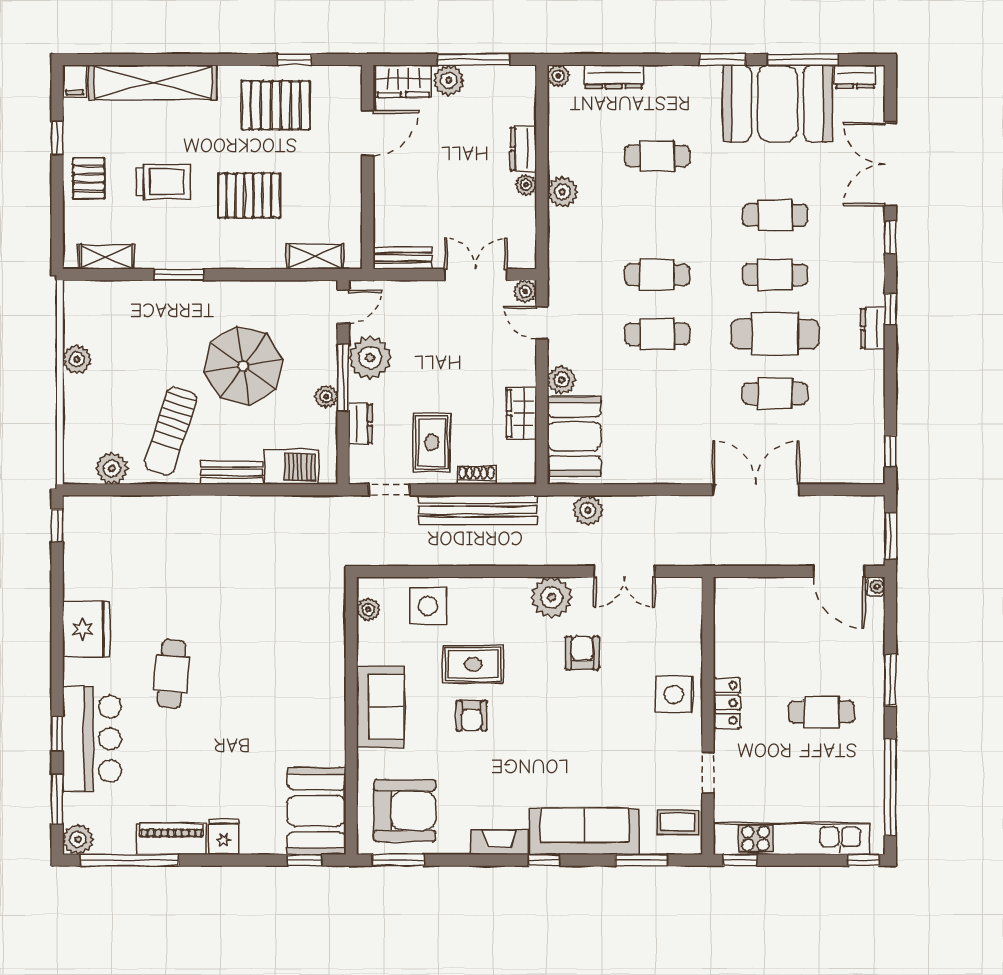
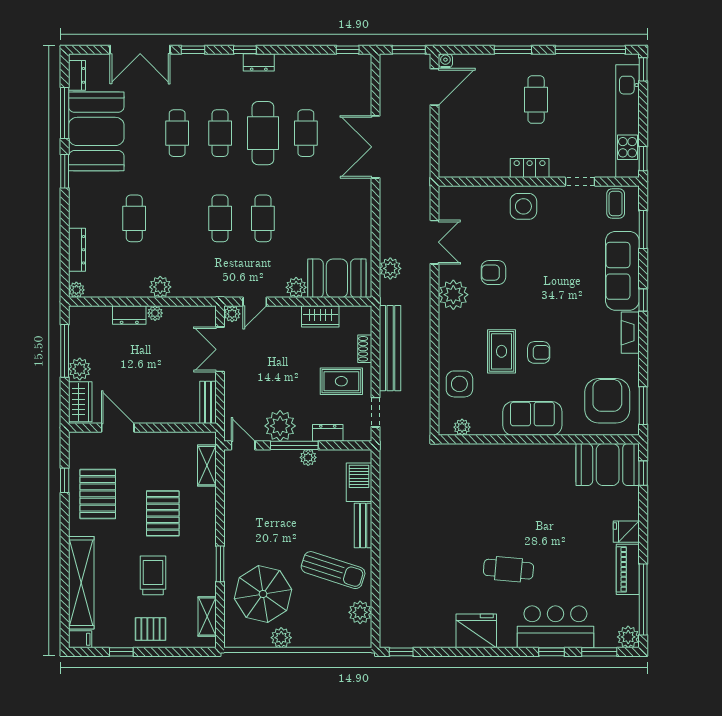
parasol: (243, 366) -> (263, 594), moved

